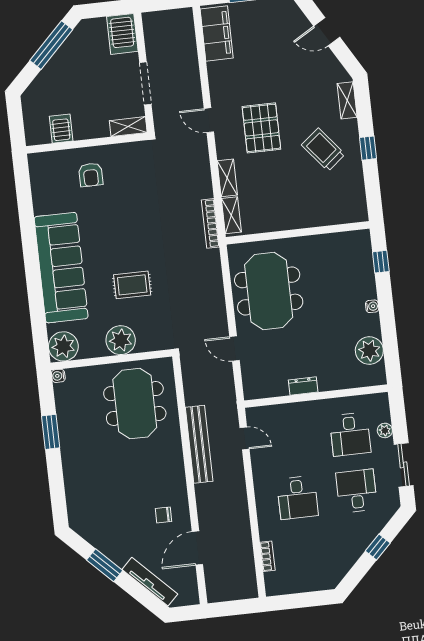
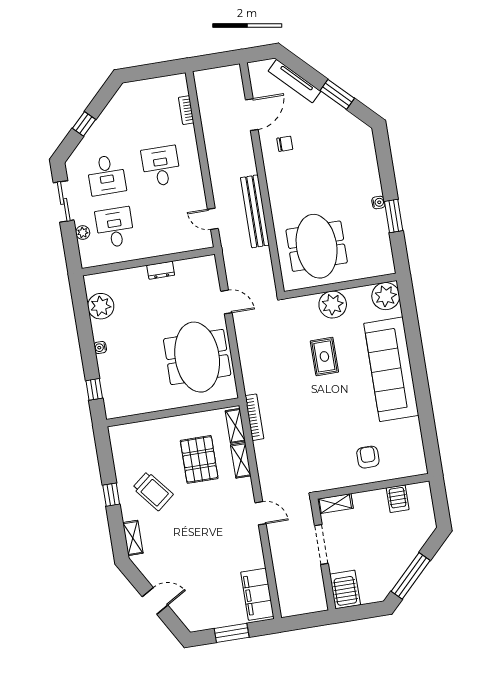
pallet: (261, 128) -> (199, 459), moved
rug: (132, 285) -> (324, 356), turned 90
water cooler: (58, 376) -> (378, 202), moved

